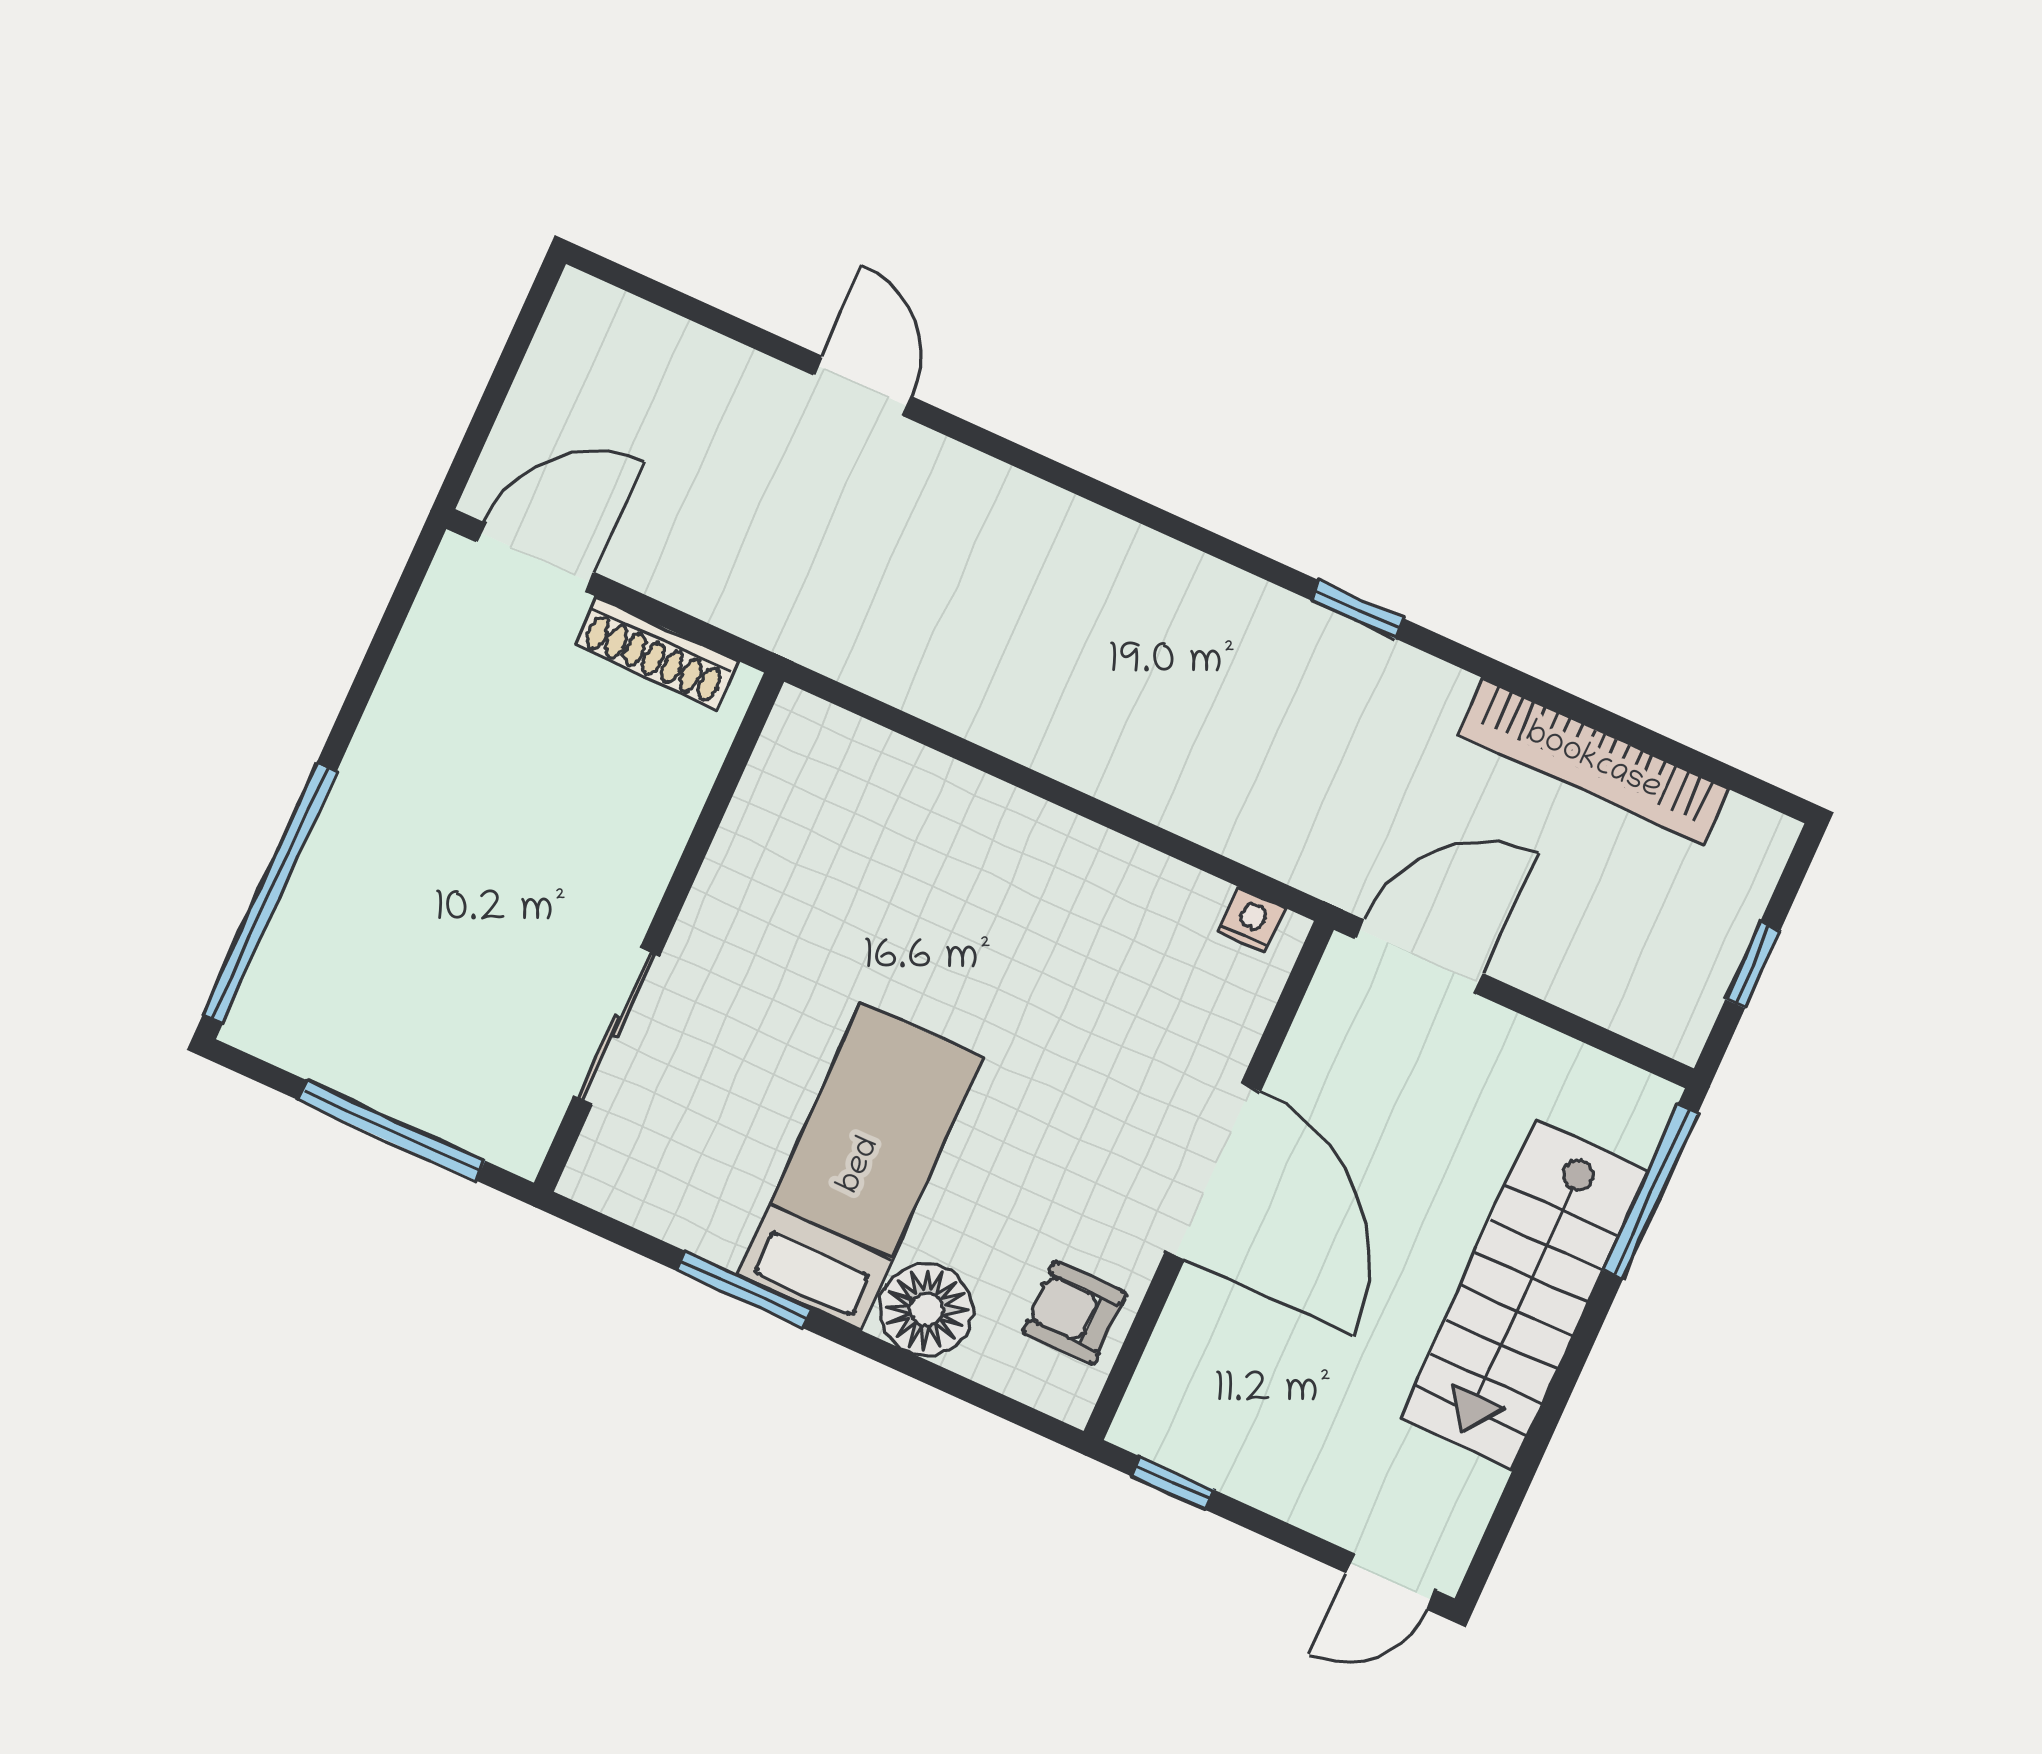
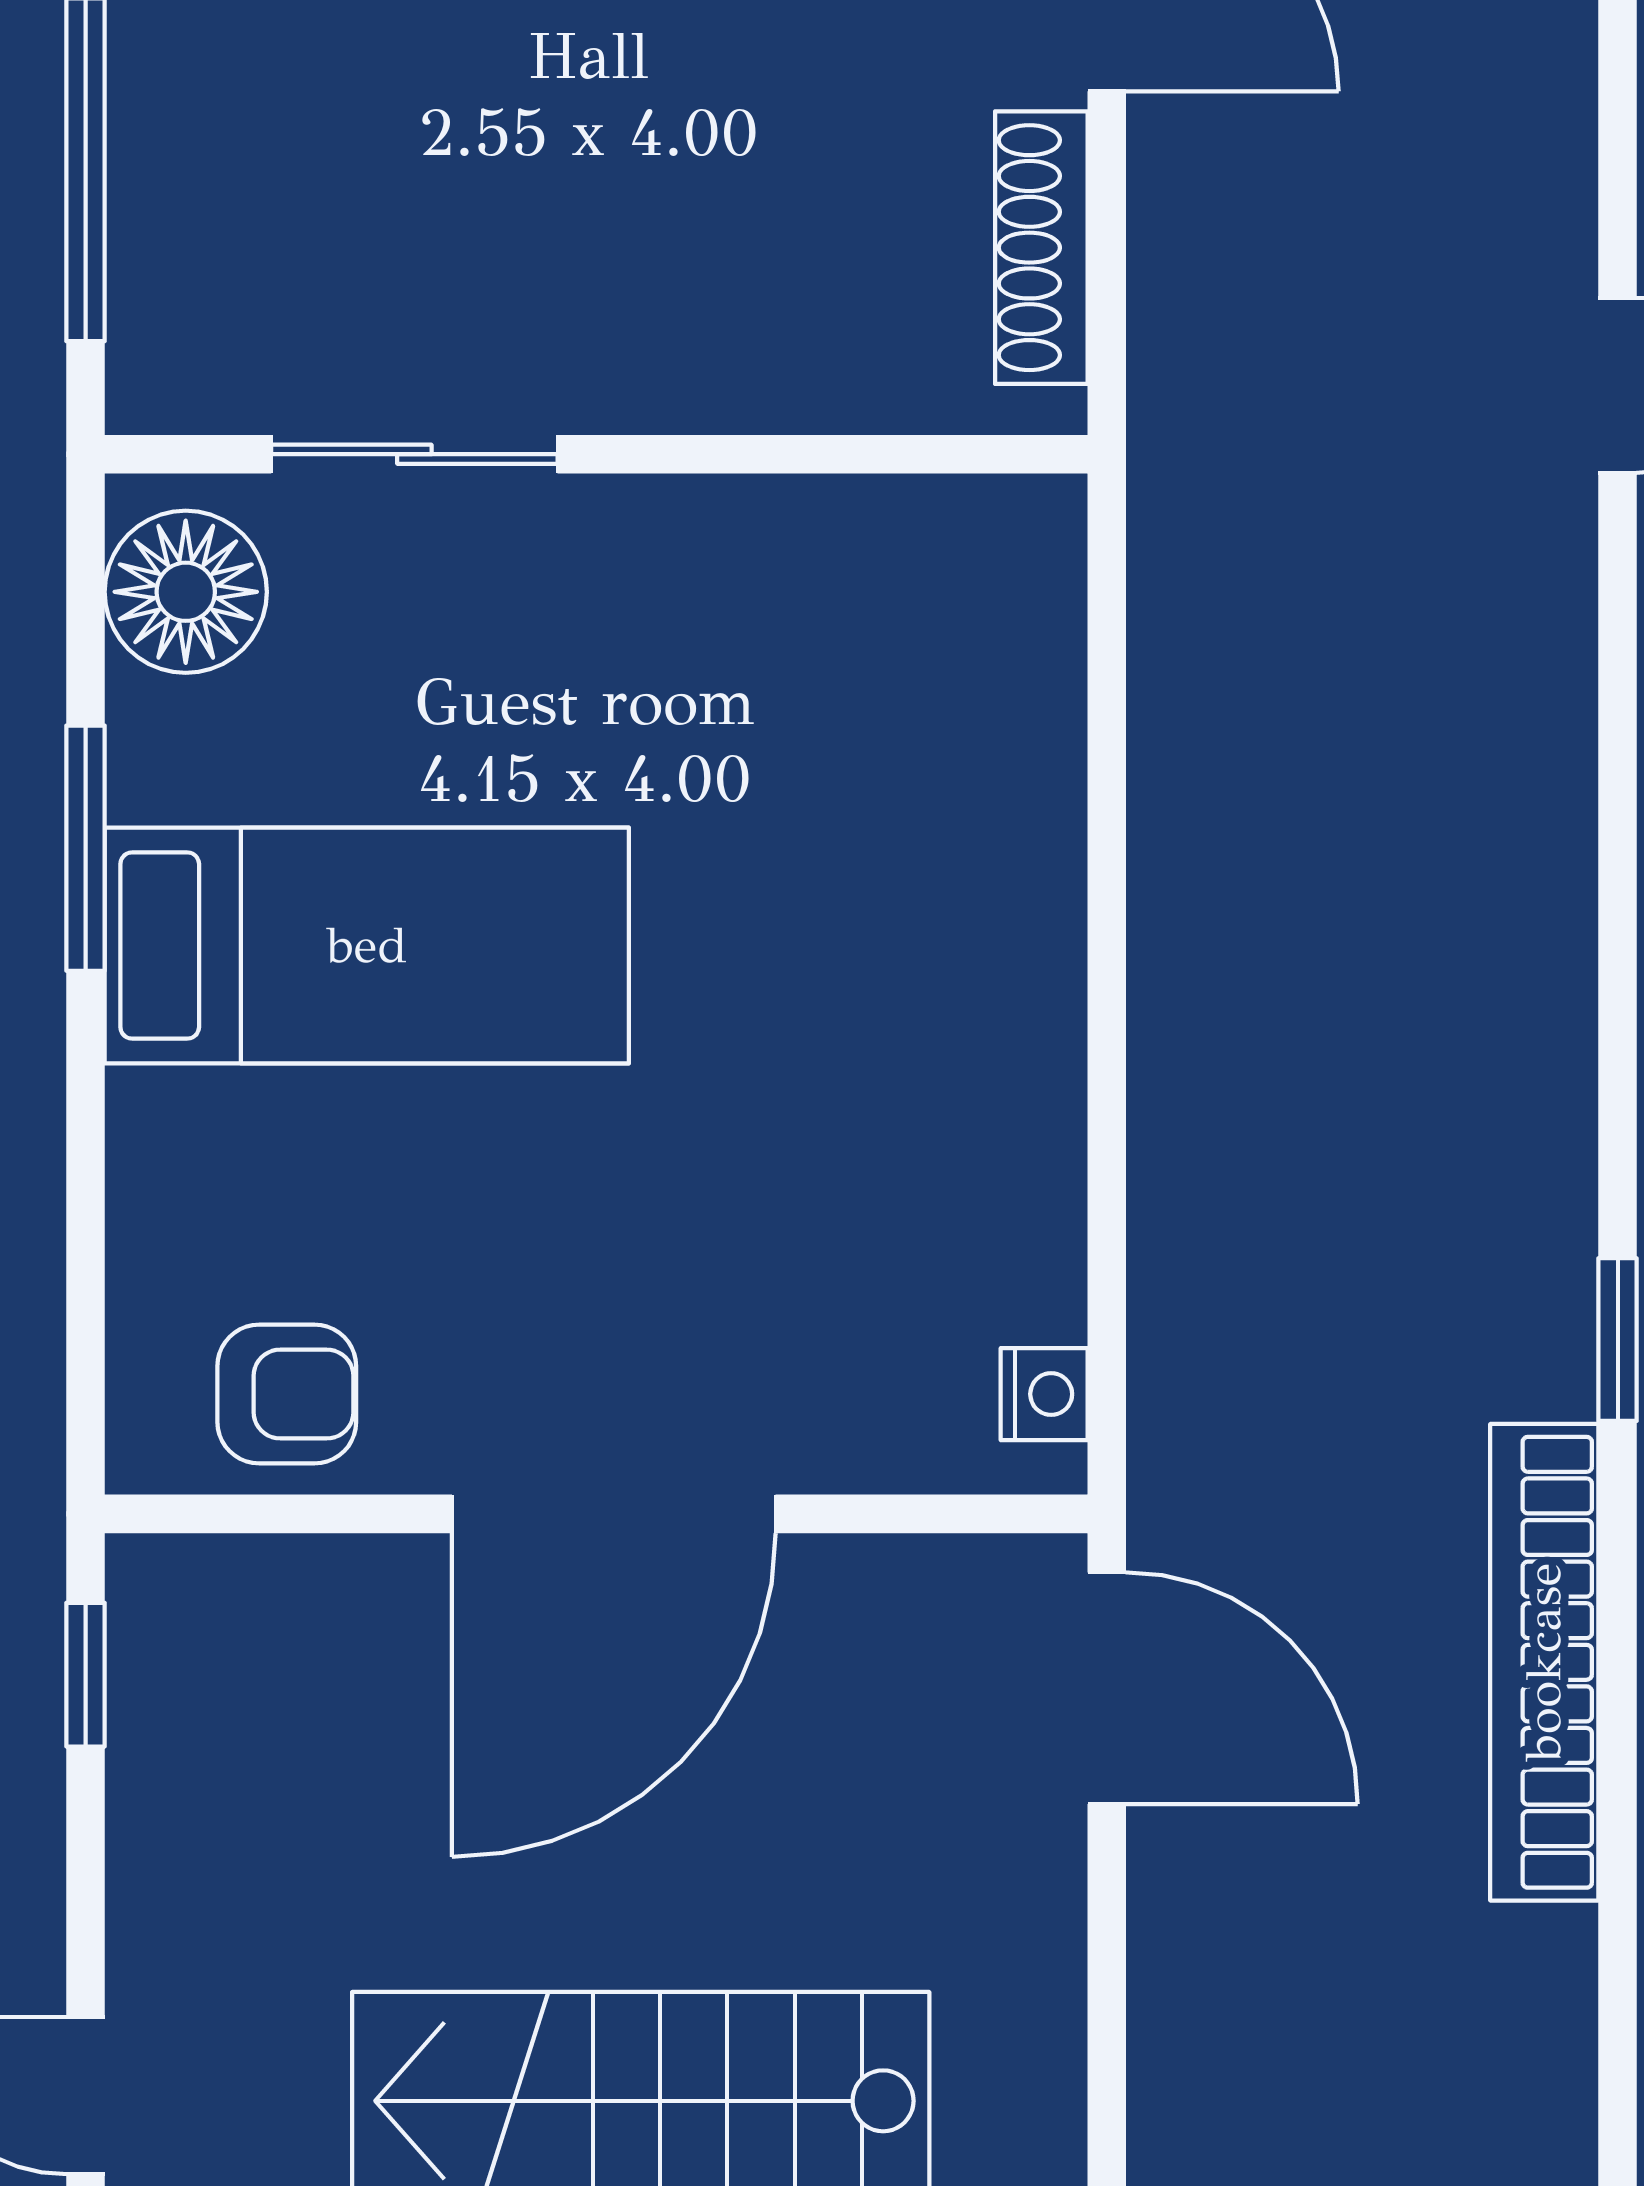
bookcase: (1593, 762) -> (1544, 1662), moved
floor lamp: (926, 1309) -> (186, 592), moved
armchair: (1074, 1313) -> (287, 1394), turned 90

